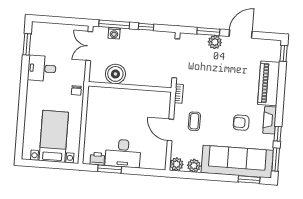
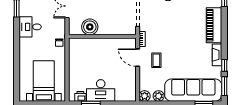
armchair: (241, 123) -> (194, 59), removed
door: (170, 130) -> (138, 58), moved

